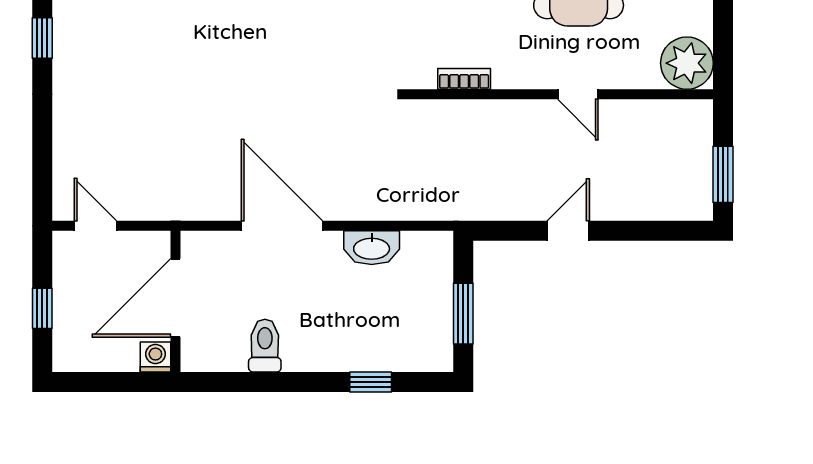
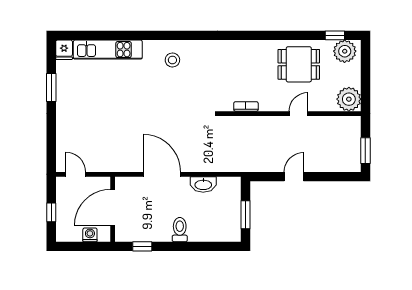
window: (42, 38) -> (51, 88), width x1.50
door: (578, 94) -> (298, 114), swing flipped
toilet: (265, 346) -> (180, 230), moved
washing machine: (155, 357) -> (90, 235), moved
window: (371, 382) -> (142, 246), moved

